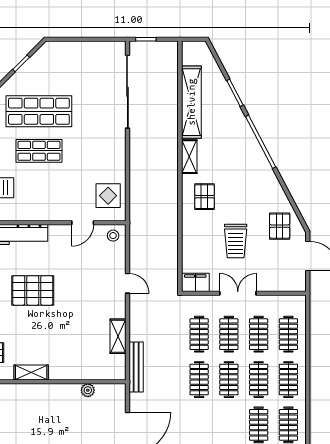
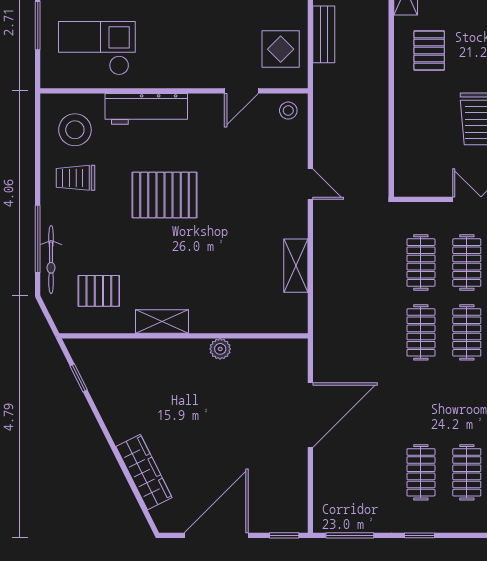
filing cabinet: (195, 282) -> (415, 183), removed
bench: (136, 367) -> (324, 34), moved, width x0.73
plant: (88, 390) -> (220, 349), moved

